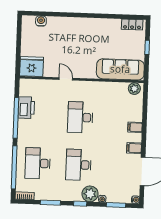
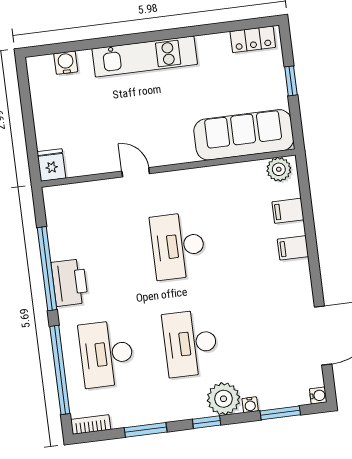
kitchen unit: (79, 24) -> (145, 57), added
fridge: (32, 66) -> (51, 165), width x0.53, depth x0.75
printer: (26, 108) -> (70, 282), moved
filing cabinet: (134, 148) -> (288, 211), moved

